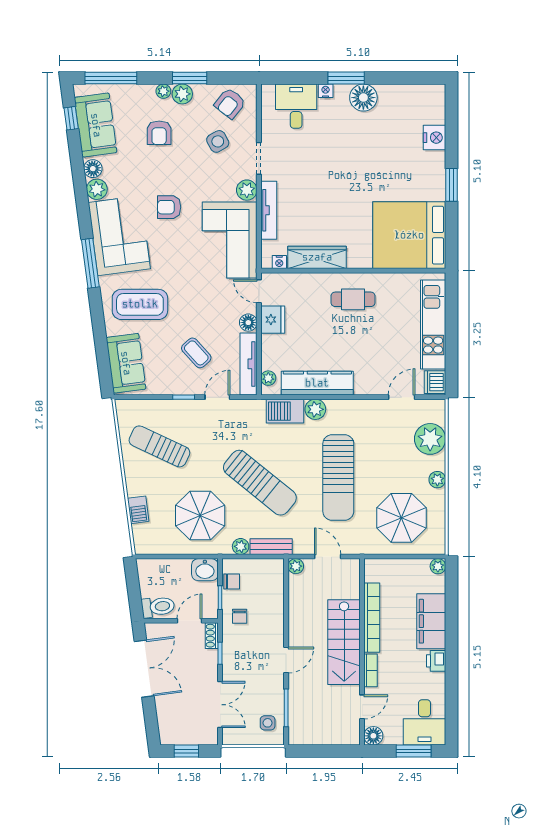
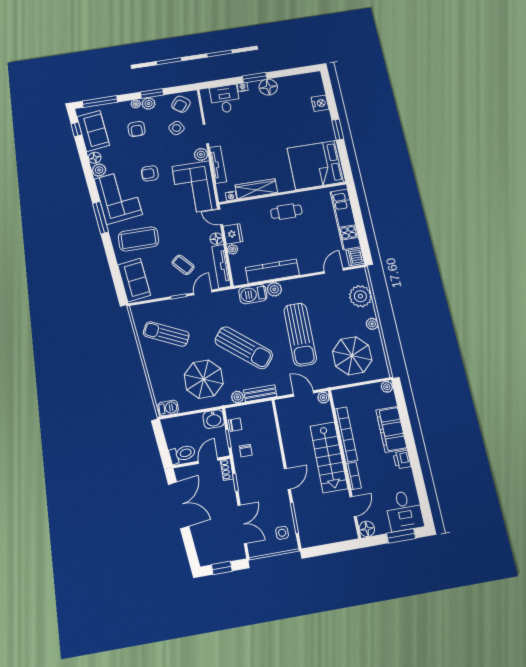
plant: (268, 378) -> (233, 249), moved
barbecue: (138, 510) -> (168, 408), moved, turned -82
plant: (296, 566) -> (323, 398), moved

